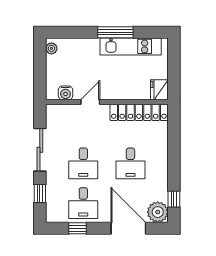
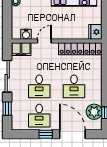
filing cabinet: (59, 113) -> (21, 49), added
plant: (158, 212) -> (94, 112), moved
window: (78, 228) -> (46, 134), moved

